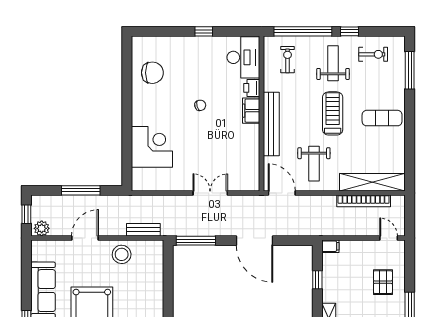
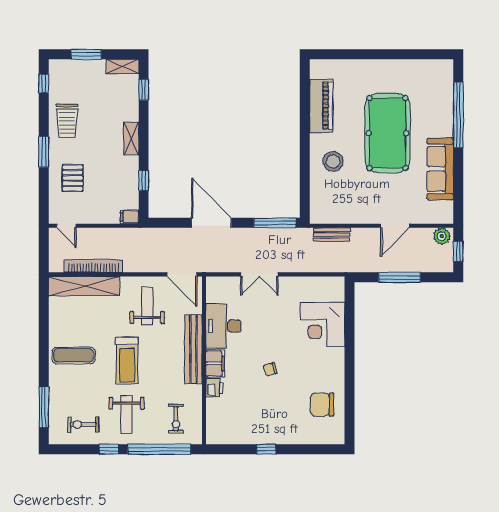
desk: (243, 57) -> (223, 326), moved
stool: (122, 254) -> (333, 161), moved

